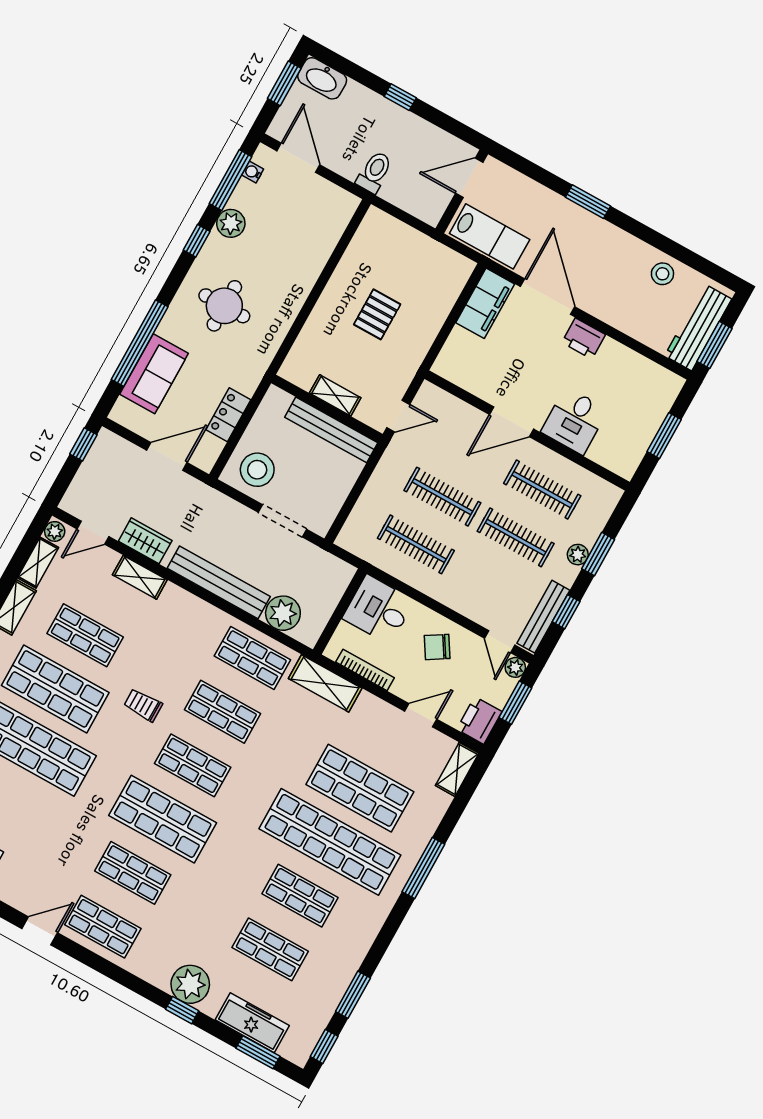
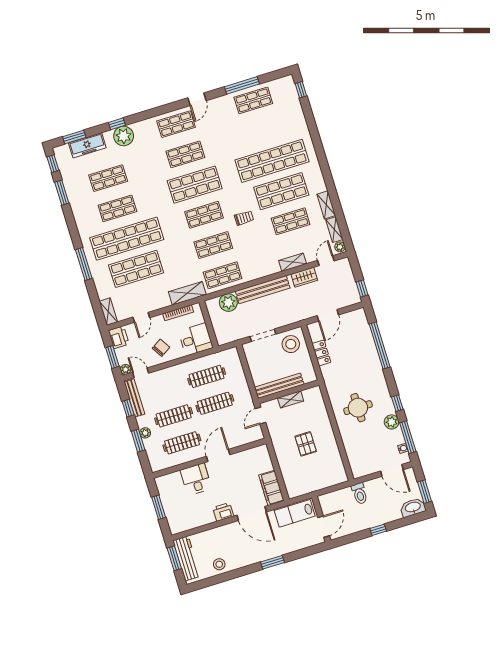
round table: (224, 306) -> (358, 408), moved
sofa: (154, 374) -> (363, 340), removed

